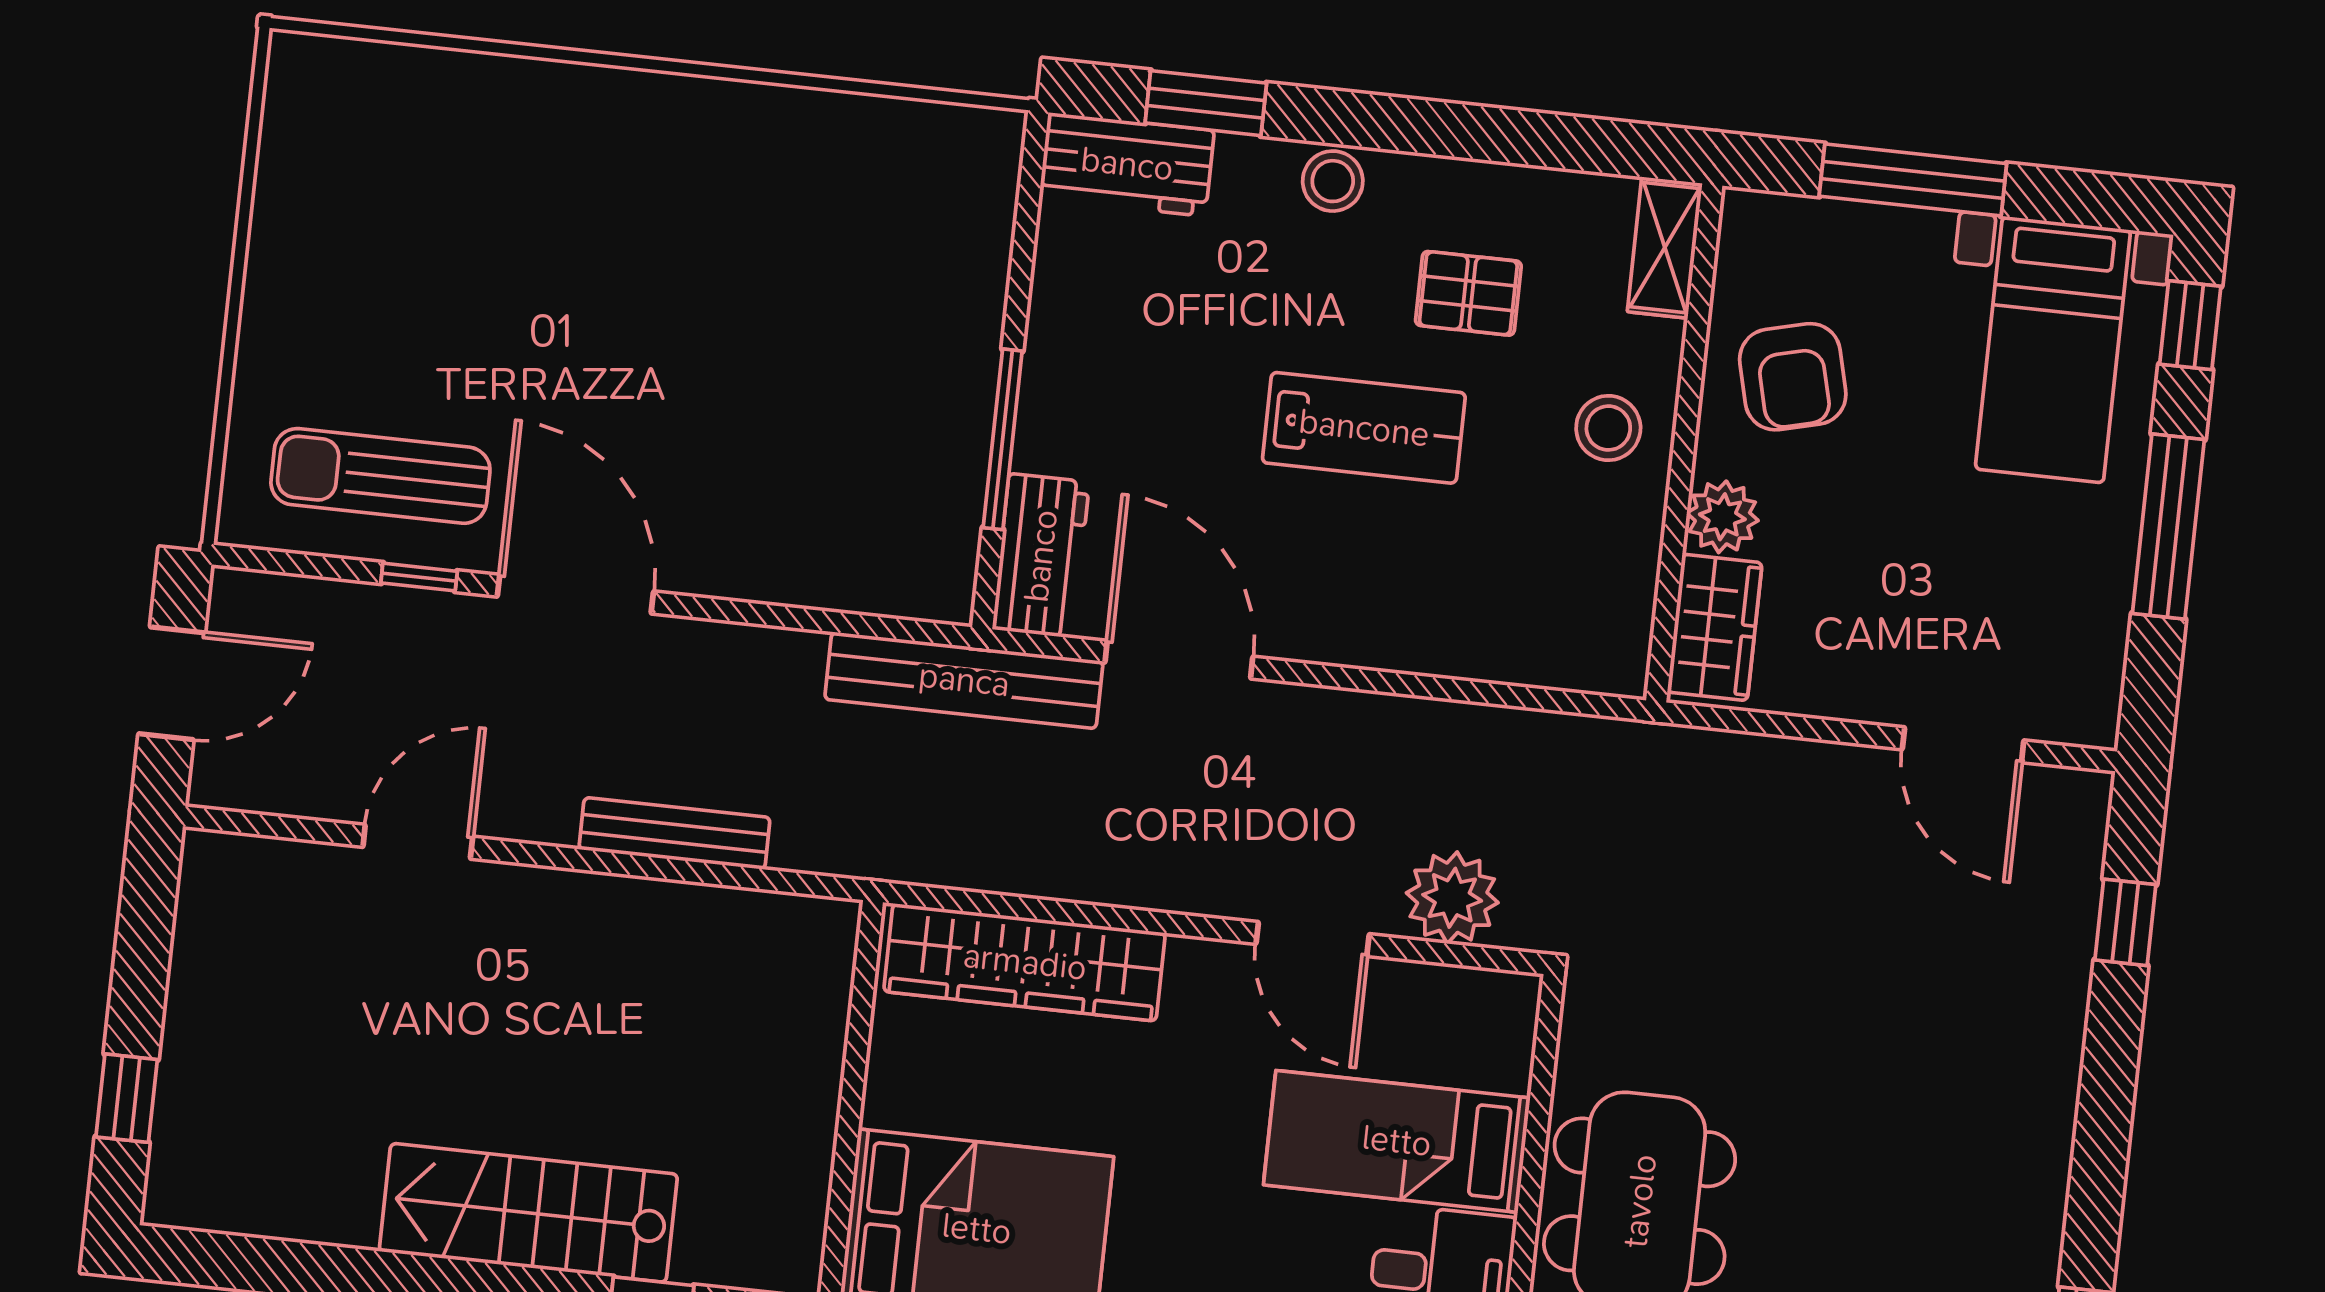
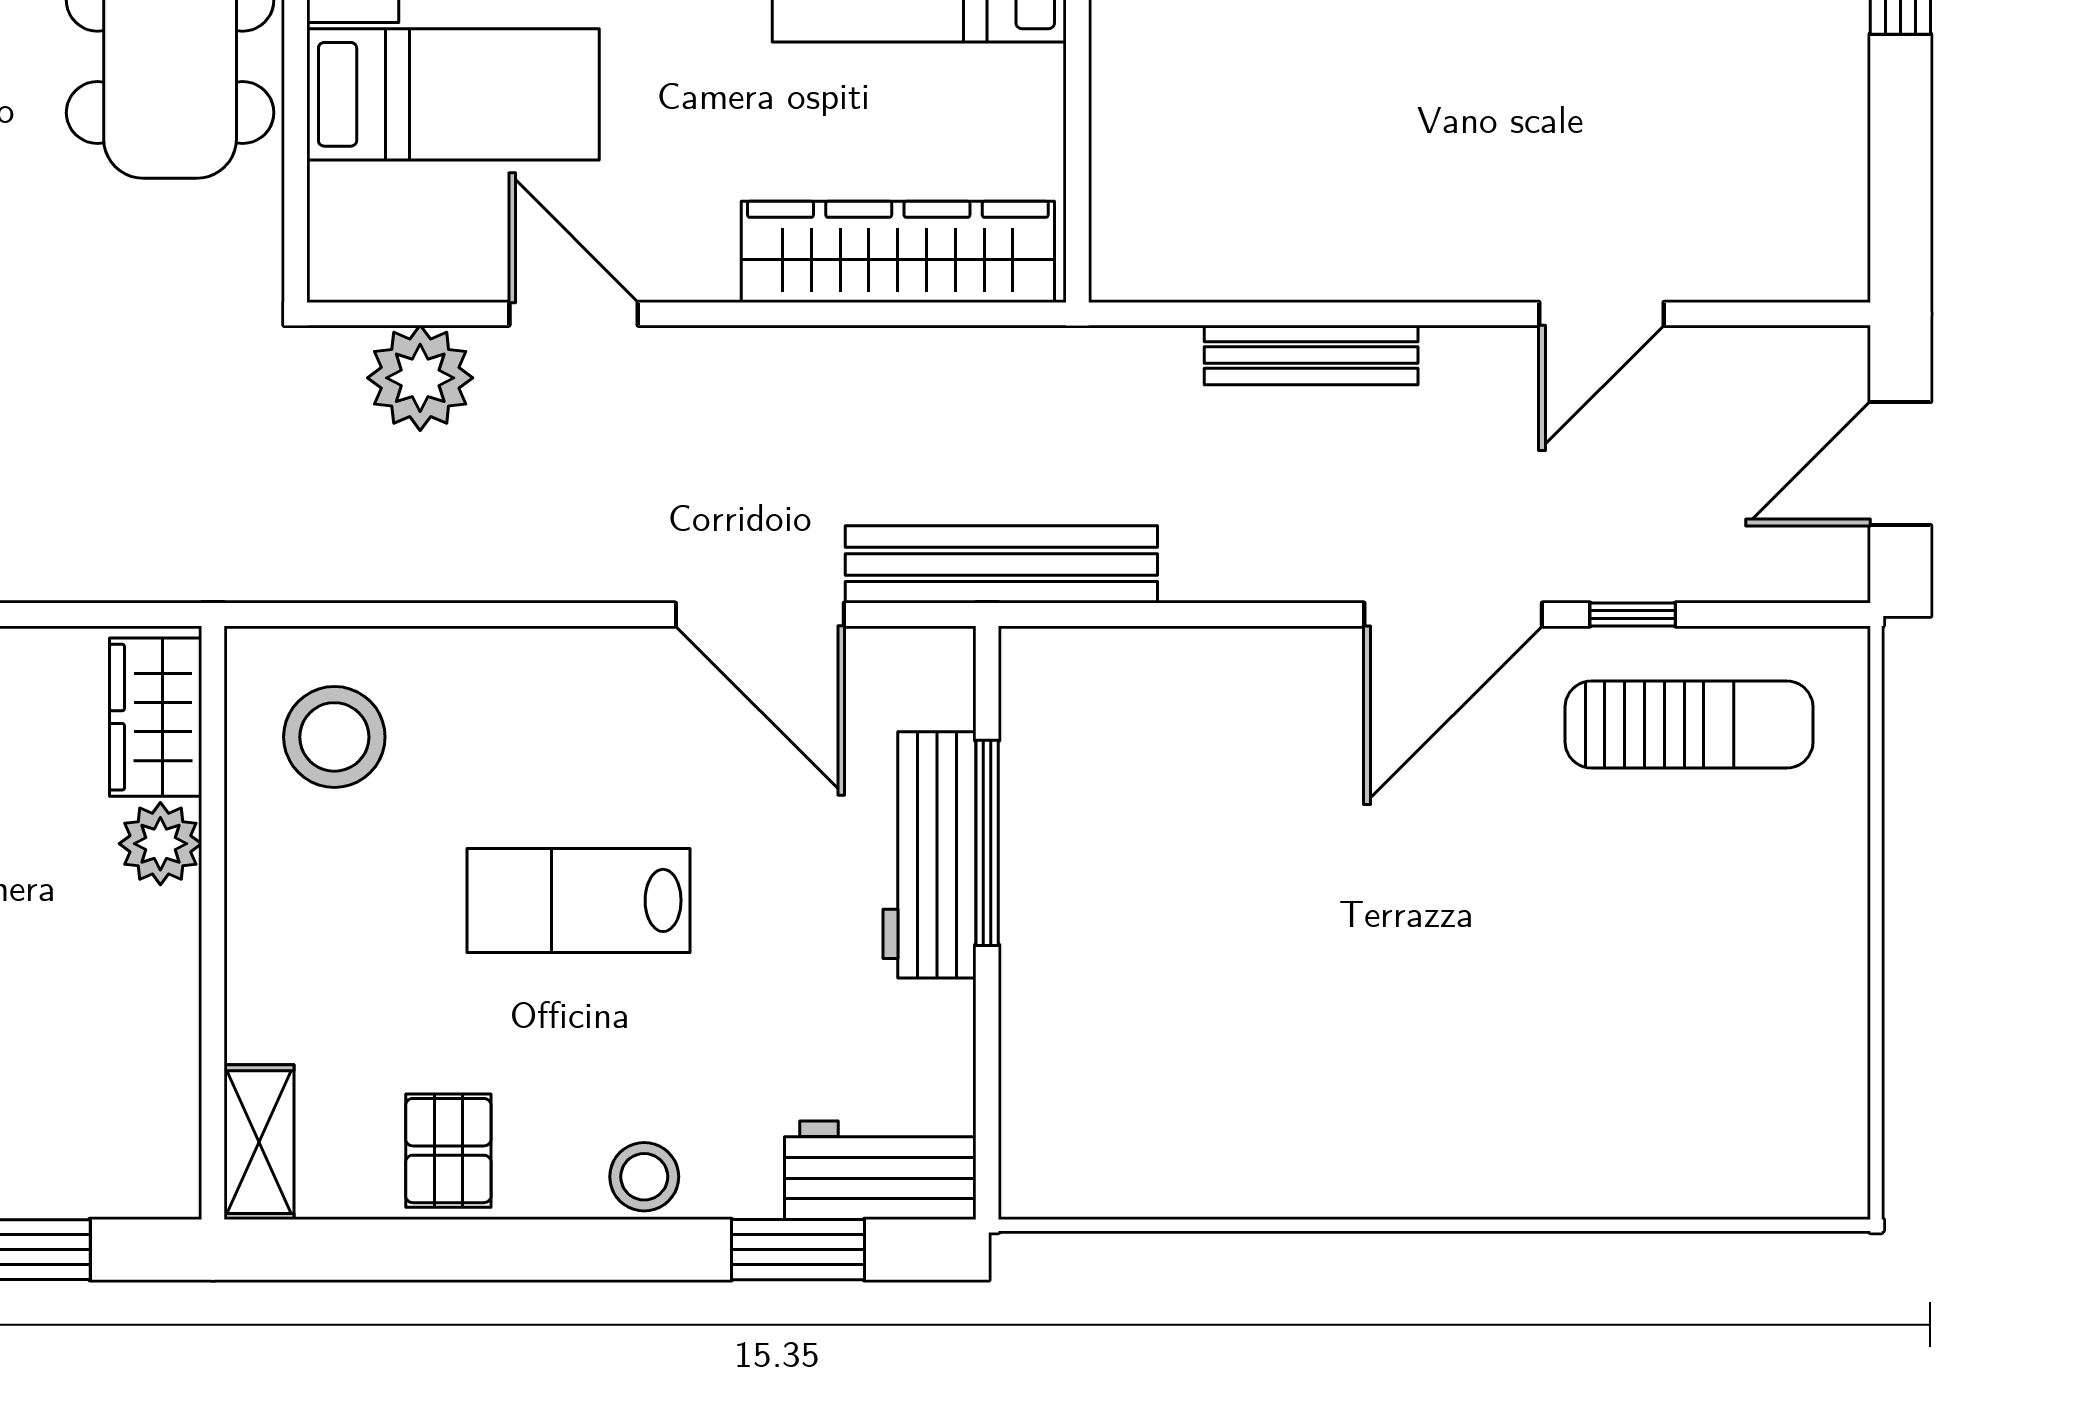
pallet: (1468, 293) -> (448, 1151), moved, turned 90
armchair: (1793, 377) -> (98, 1011), removed
stool: (1608, 428) -> (334, 737), moved, width x1.38, depth x1.38
workbench: (1041, 556) -> (930, 855), moved, width x1.38
door: (575, 594) -> (1453, 614), hinge flipped

